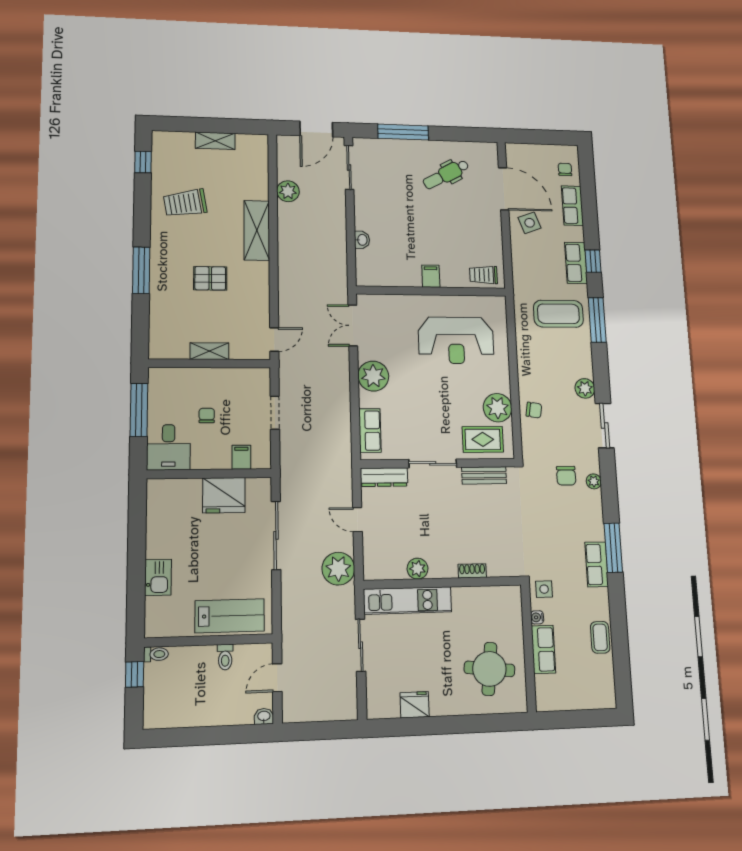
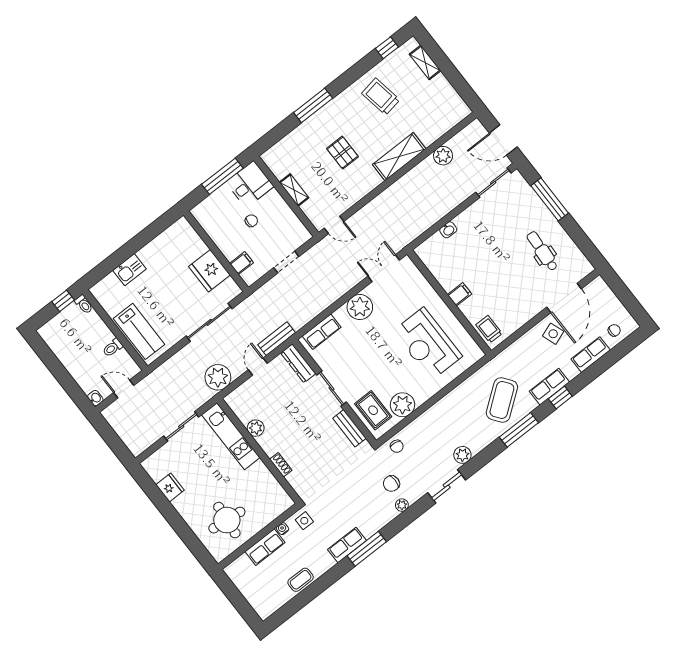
shelving: (215, 141) -> (425, 62), moved
dental chair: (446, 174) -> (542, 251), turned 33
coffee table: (558, 314) -> (502, 400), turned 53
chair: (534, 410) -> (397, 446), moved
desk: (168, 447) -> (250, 184), moved, turned 180
bench: (344, 480) -> (277, 339), added

